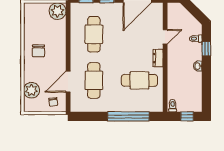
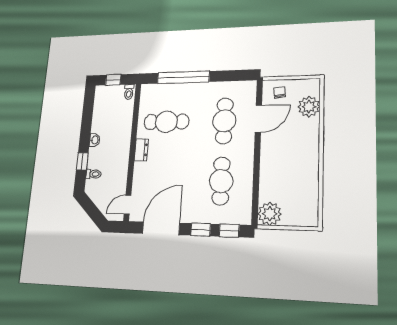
door: (165, 37) -> (128, 205), moved
chair: (38, 51) -> (298, 159), removed

